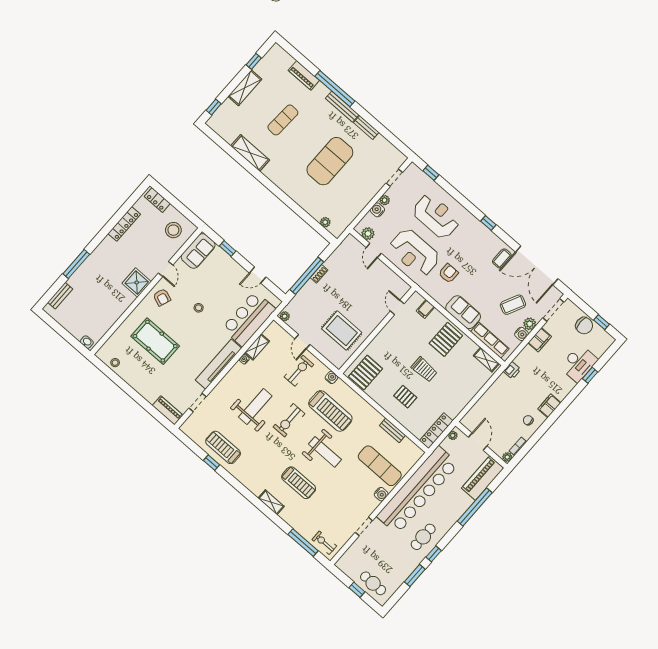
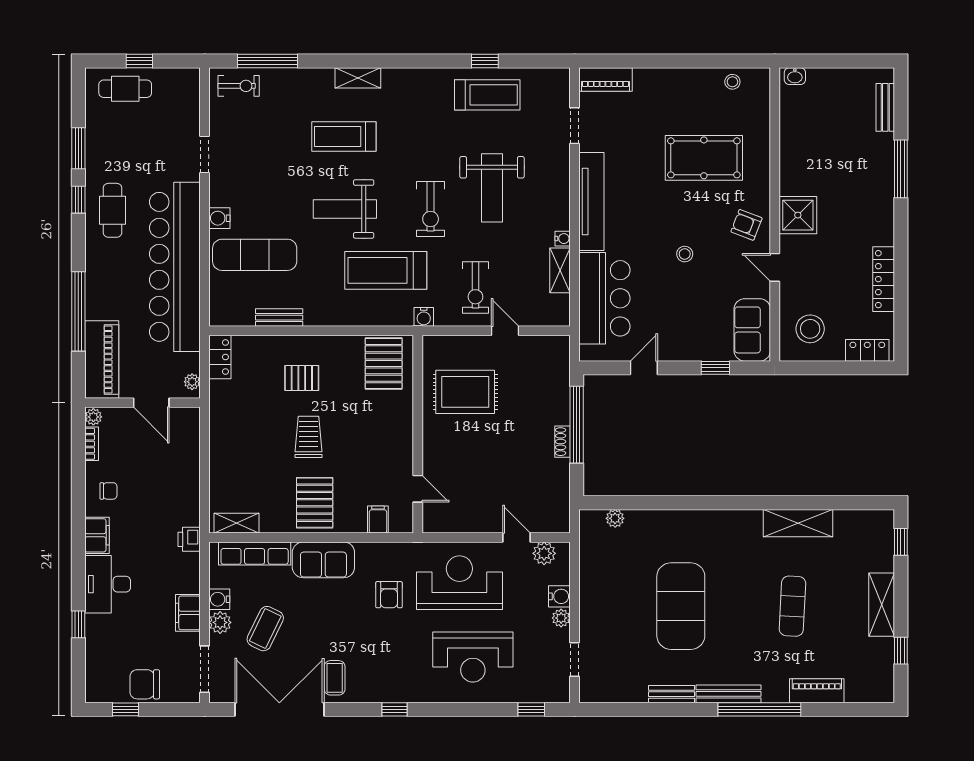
plant: (285, 316) -> (559, 344), removed
desk: (579, 363) -> (108, 584), moved
trolley: (424, 369) -> (308, 437), turned 90
exercise bike: (289, 420) -> (431, 209), turned 180
locker: (436, 431) -> (220, 357), width x0.66

